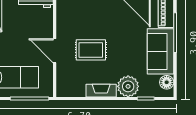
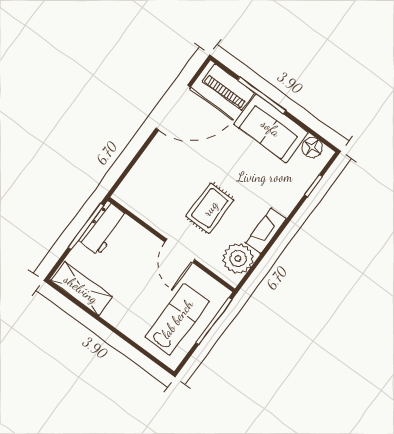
door: (55, 51) -> (180, 251), hinge flipped
plant: (128, 86) -> (238, 259), moved

